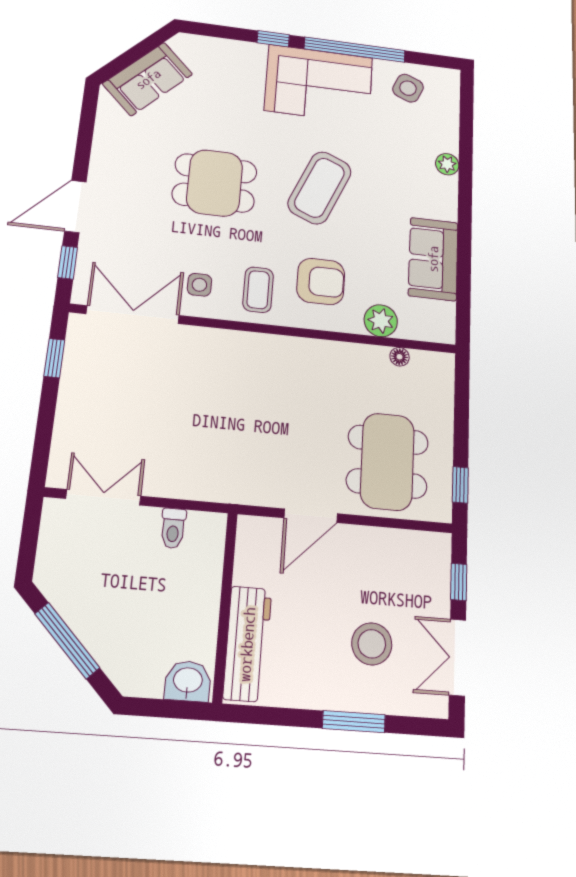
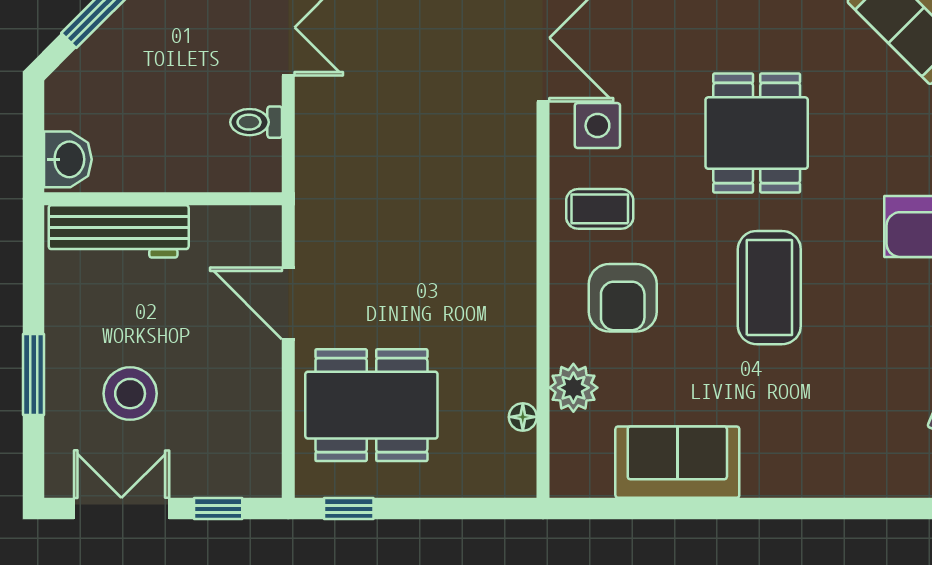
plant: (447, 164) -> (834, 480), removed
coffee table: (320, 188) -> (769, 288), turned 67
side table: (199, 285) -> (597, 126), width x1.37, depth x1.37

